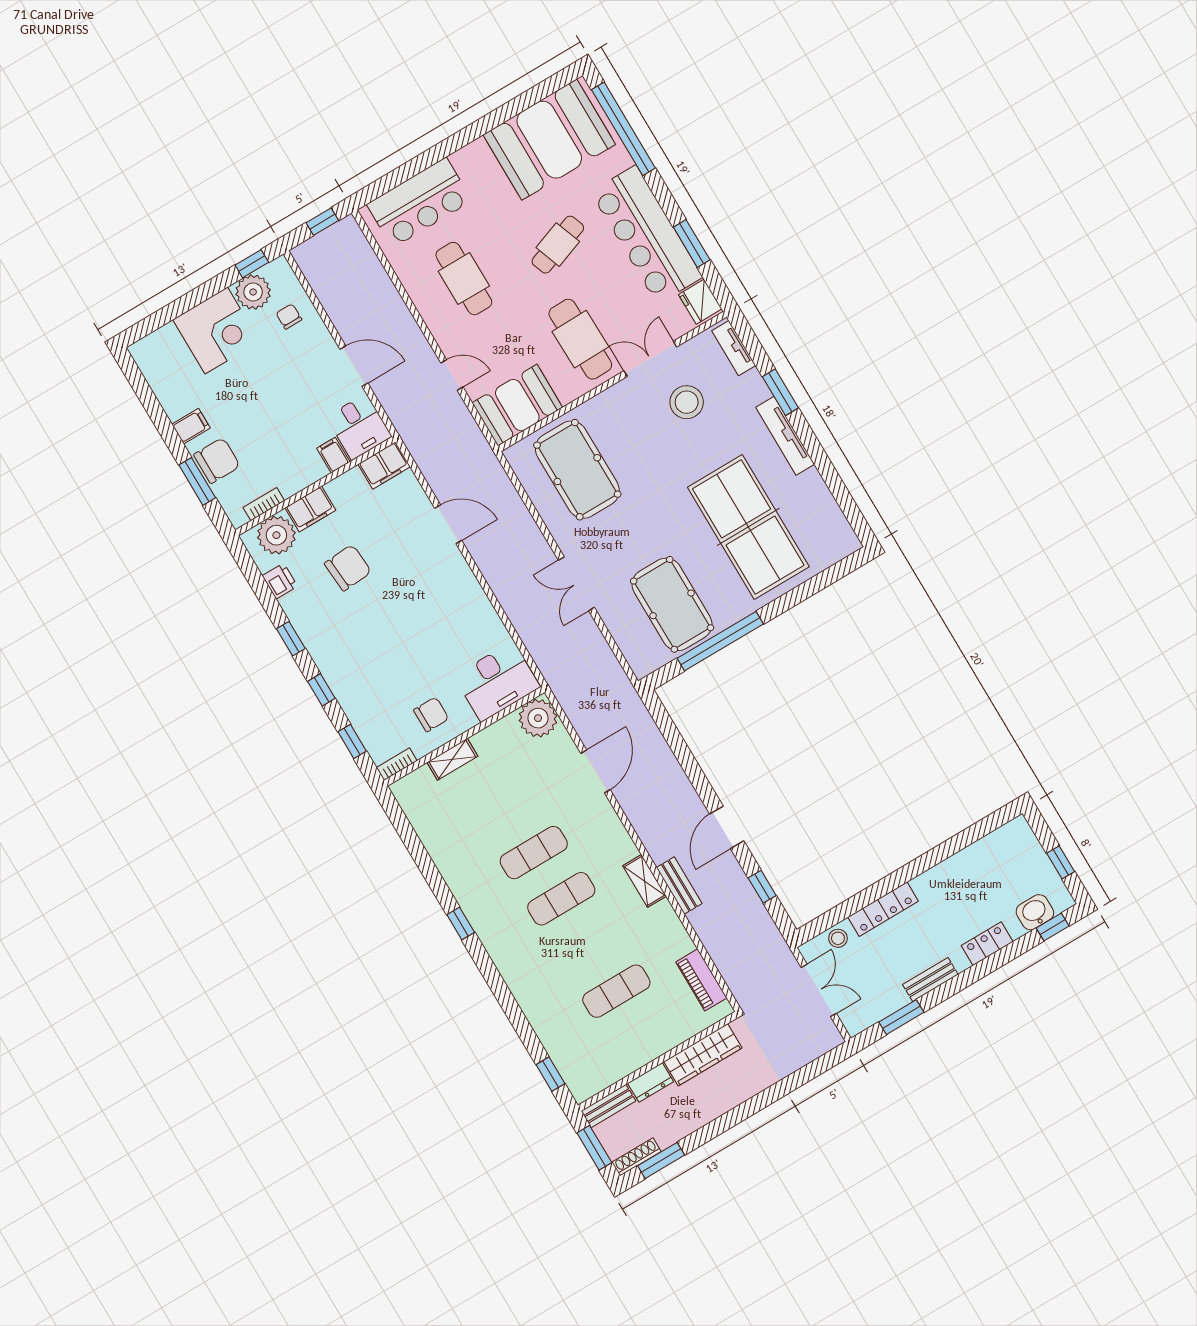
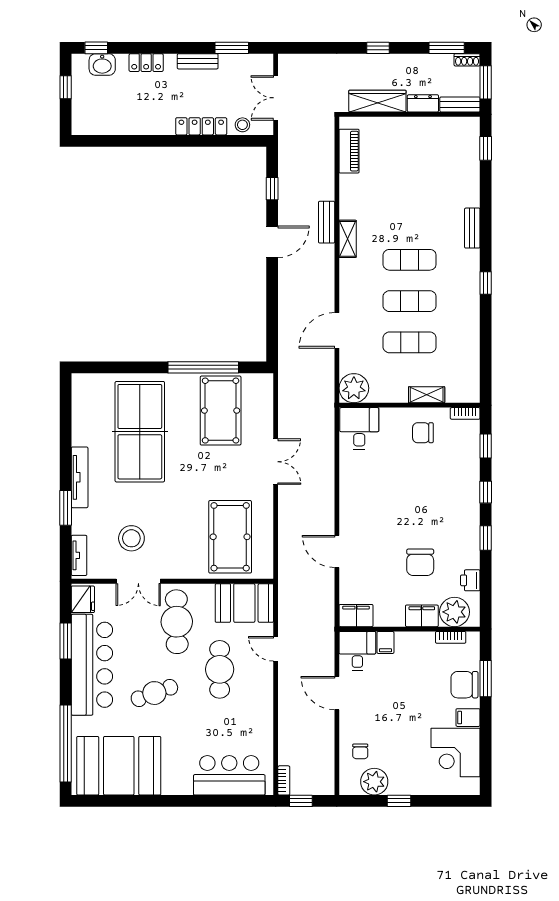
bookcase: (355, 233) -> (284, 780), added
window: (252, 264) -> (399, 801), moved
cafe table: (464, 279) -> (220, 669), moved
corner desk: (216, 331) -> (456, 753), moved, turned -90
chair: (348, 568) -> (420, 562), turned -86
desk: (497, 682) -> (359, 428), width x0.73
bench: (512, 976) -> (472, 228), added
exercise mat: (616, 991) -> (410, 342), moved
window: (738, 1115) -> (378, 48), added
shoe rack: (636, 1157) -> (467, 60), width x0.70

